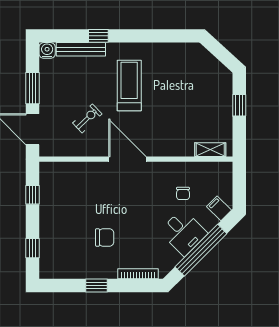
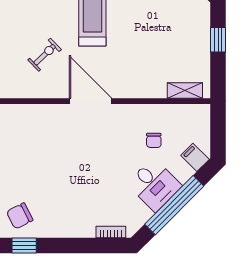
chair: (105, 237) -> (20, 216), moved, turned 153
bookcase: (138, 274) -> (111, 232), width x0.64
window: (96, 286) -> (24, 246), moved

